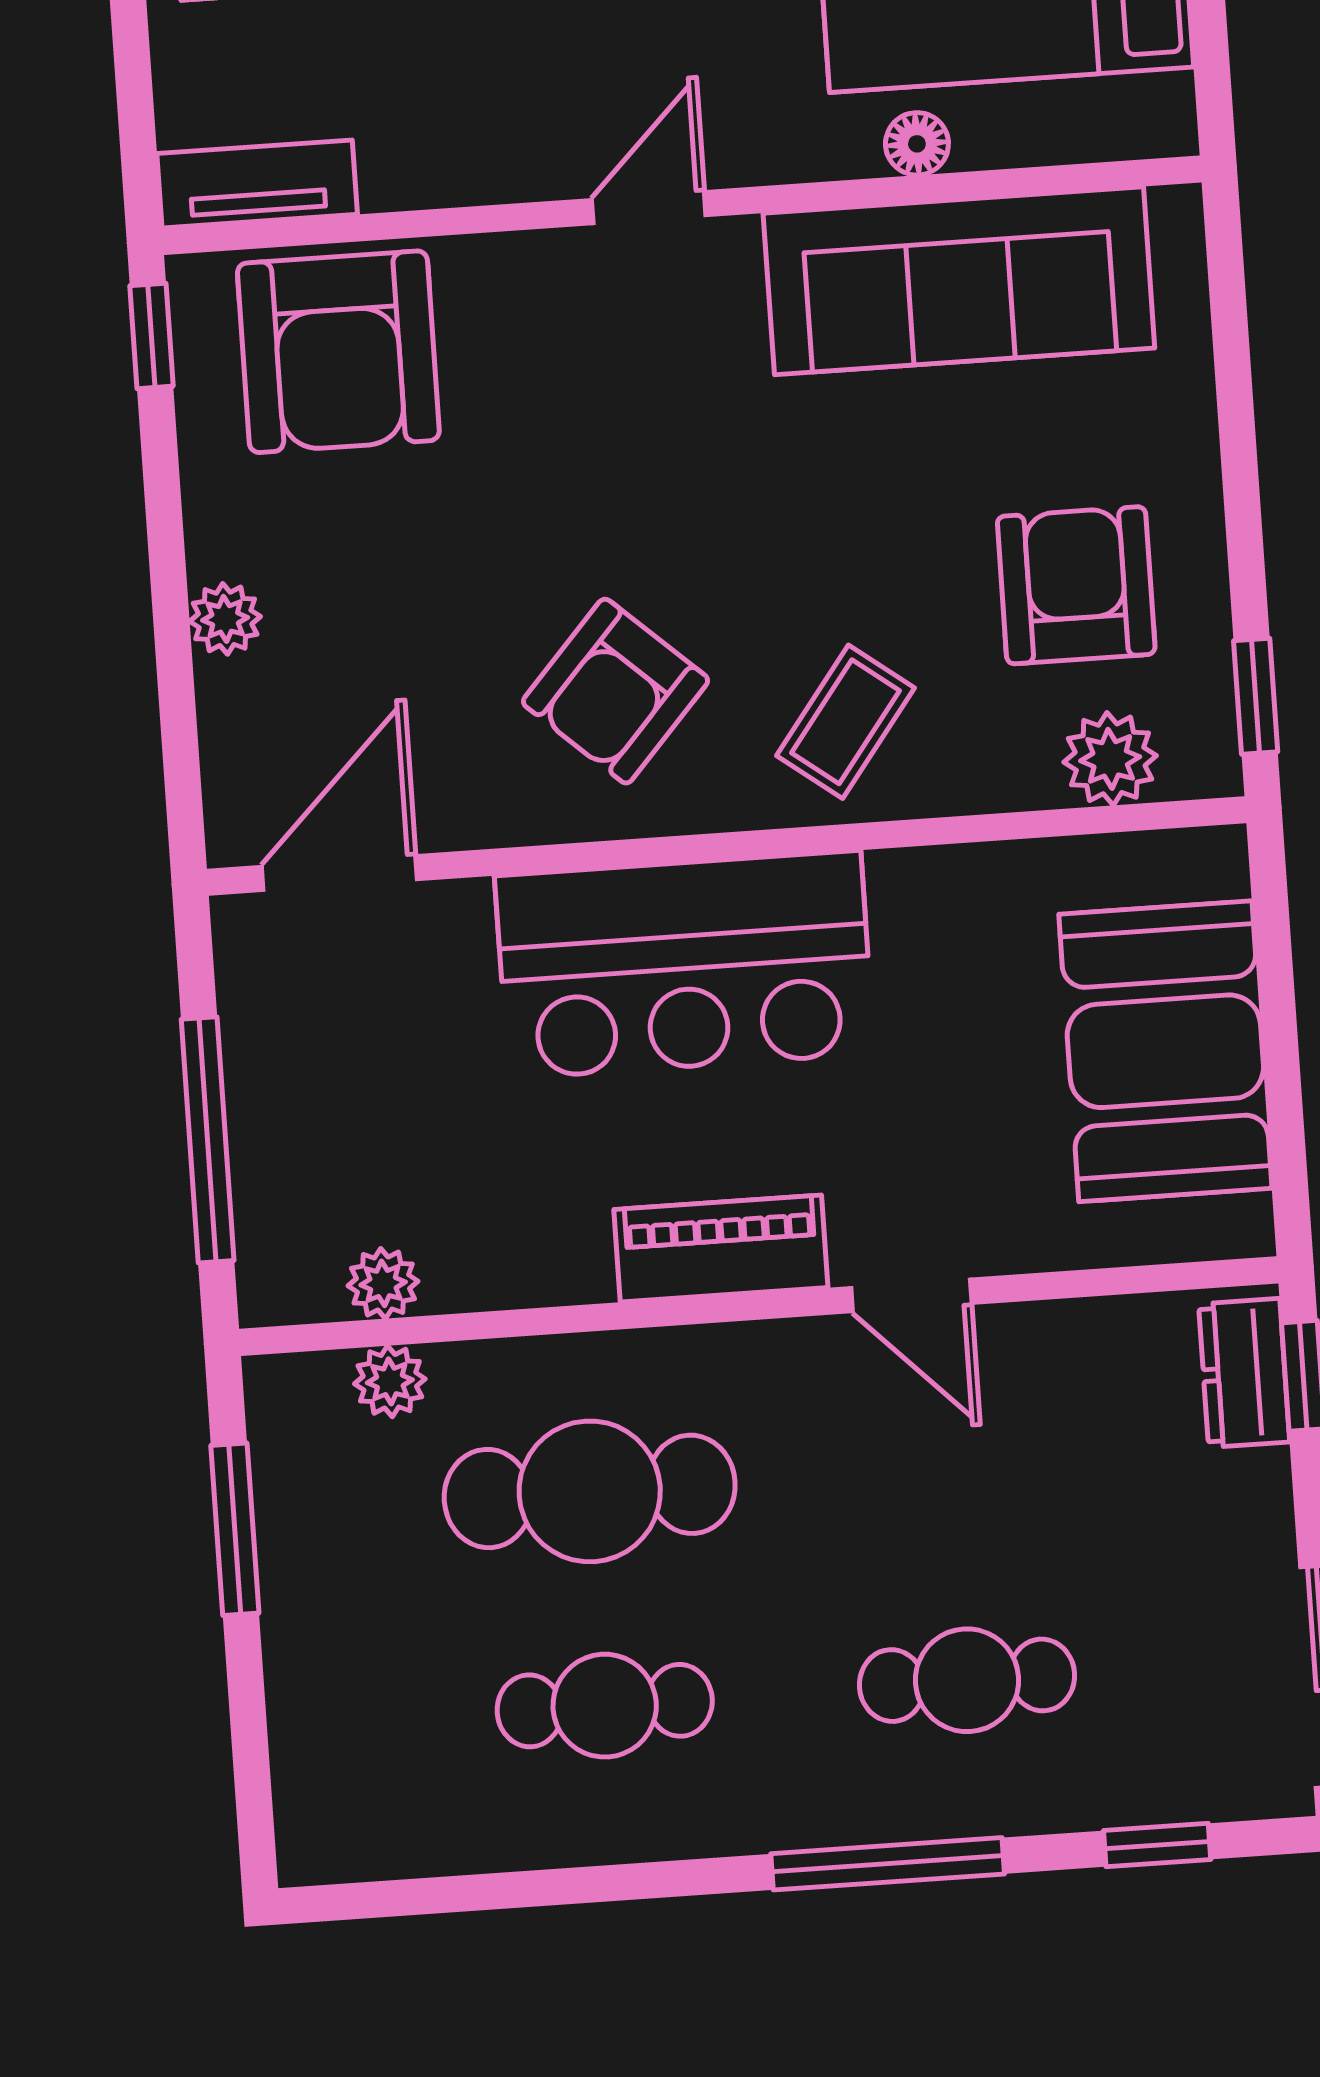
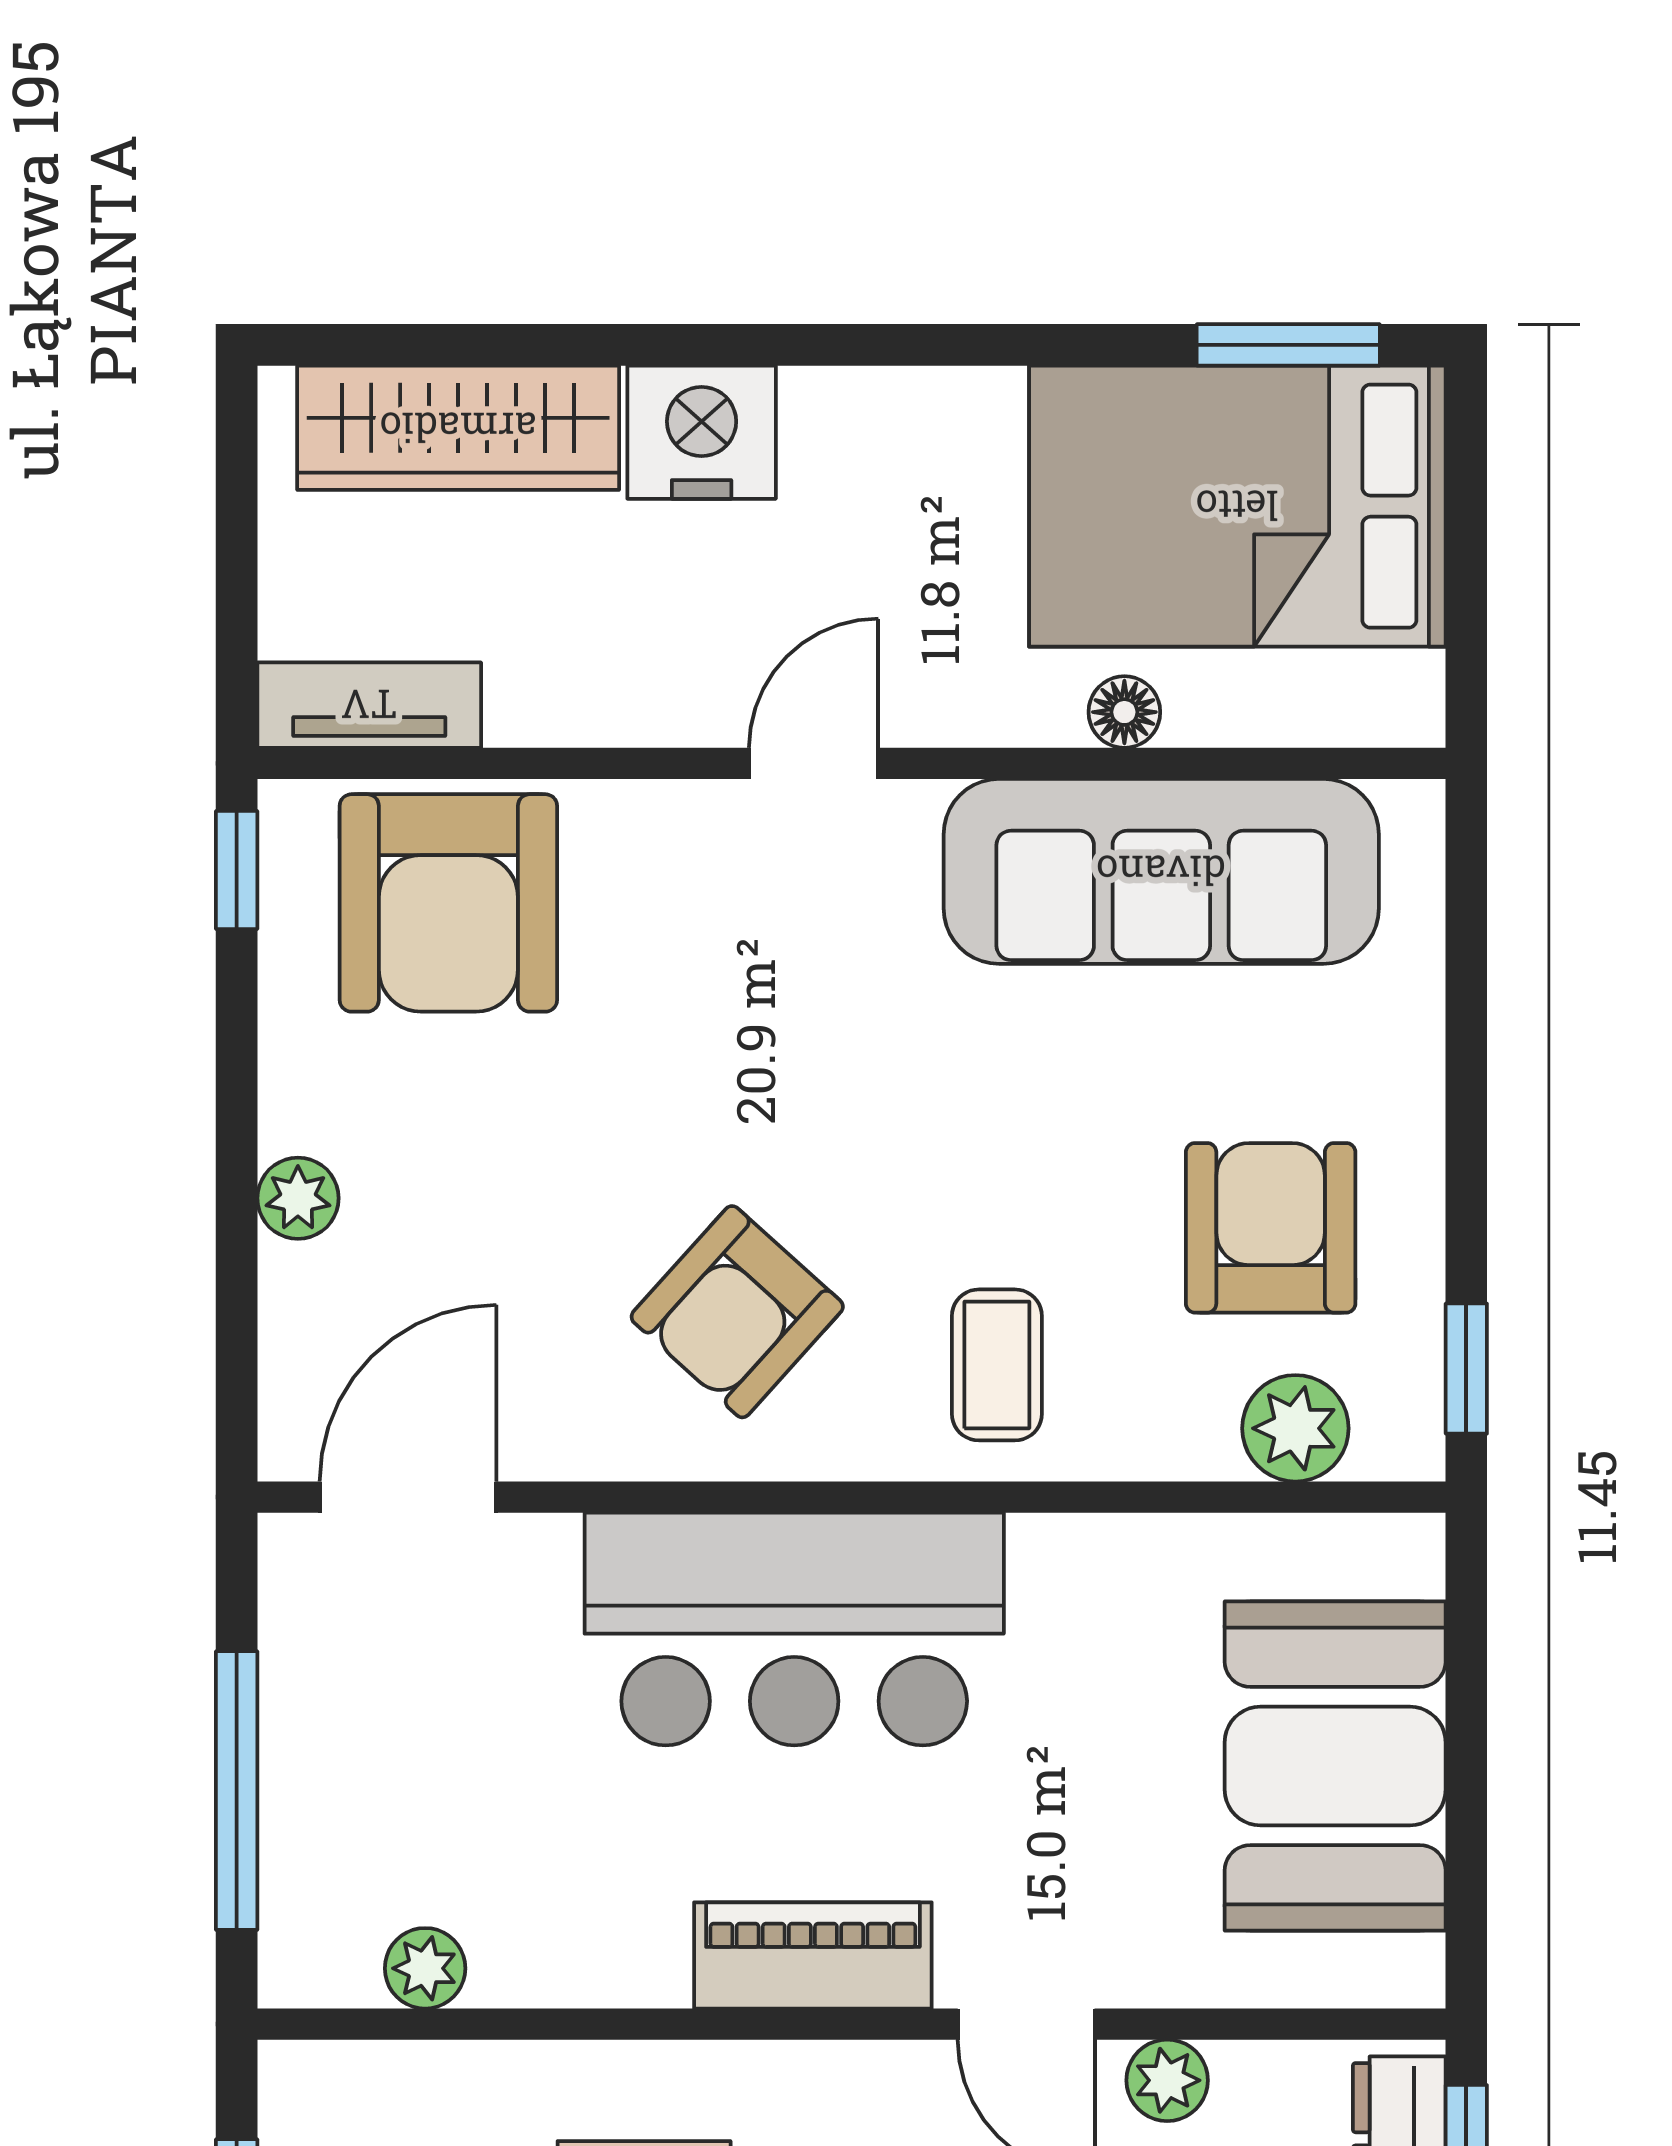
coffee table: (845, 722) -> (997, 1365), turned -37
plant: (390, 1381) -> (1167, 2080), moved

